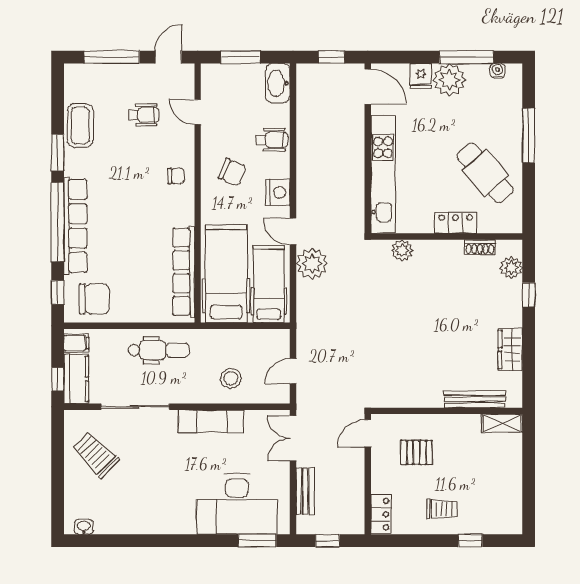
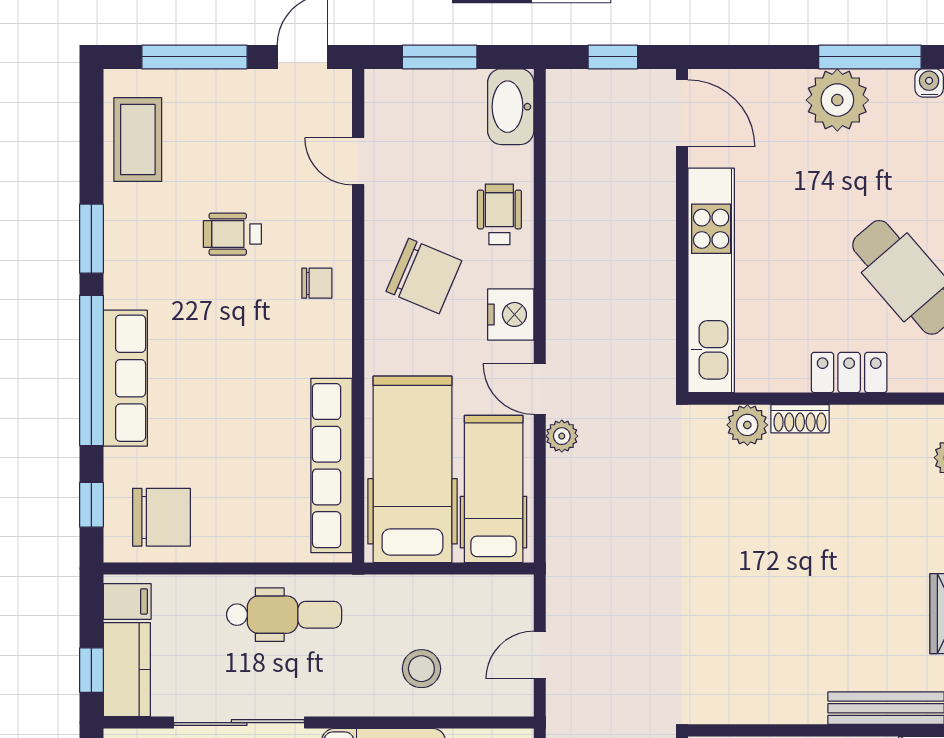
fridge: (421, 76) -> (783, 93), removed
wheelchair: (144, 115) -> (232, 234), moved, turned 180
coffee table: (80, 125) -> (138, 140), moved
wheelchair: (272, 140) -> (499, 214), turned -90
chair: (232, 172) -> (424, 276), width x1.37, depth x1.37
row of seats: (75, 226) -> (125, 378), width x0.73
shoe rack: (480, 247) -> (800, 419), moved
plant: (312, 264) -> (562, 436), width x0.53, depth x0.53

